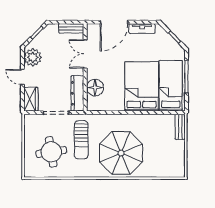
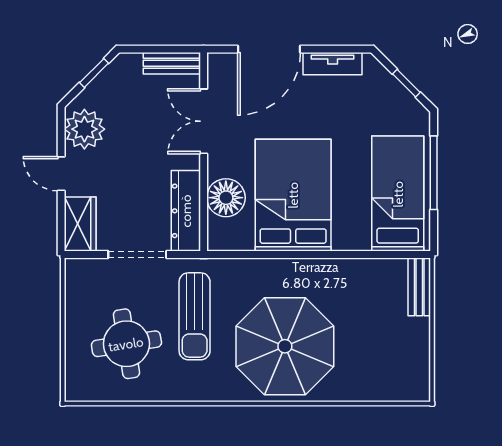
bed: (142, 86) -> (293, 195), moved

